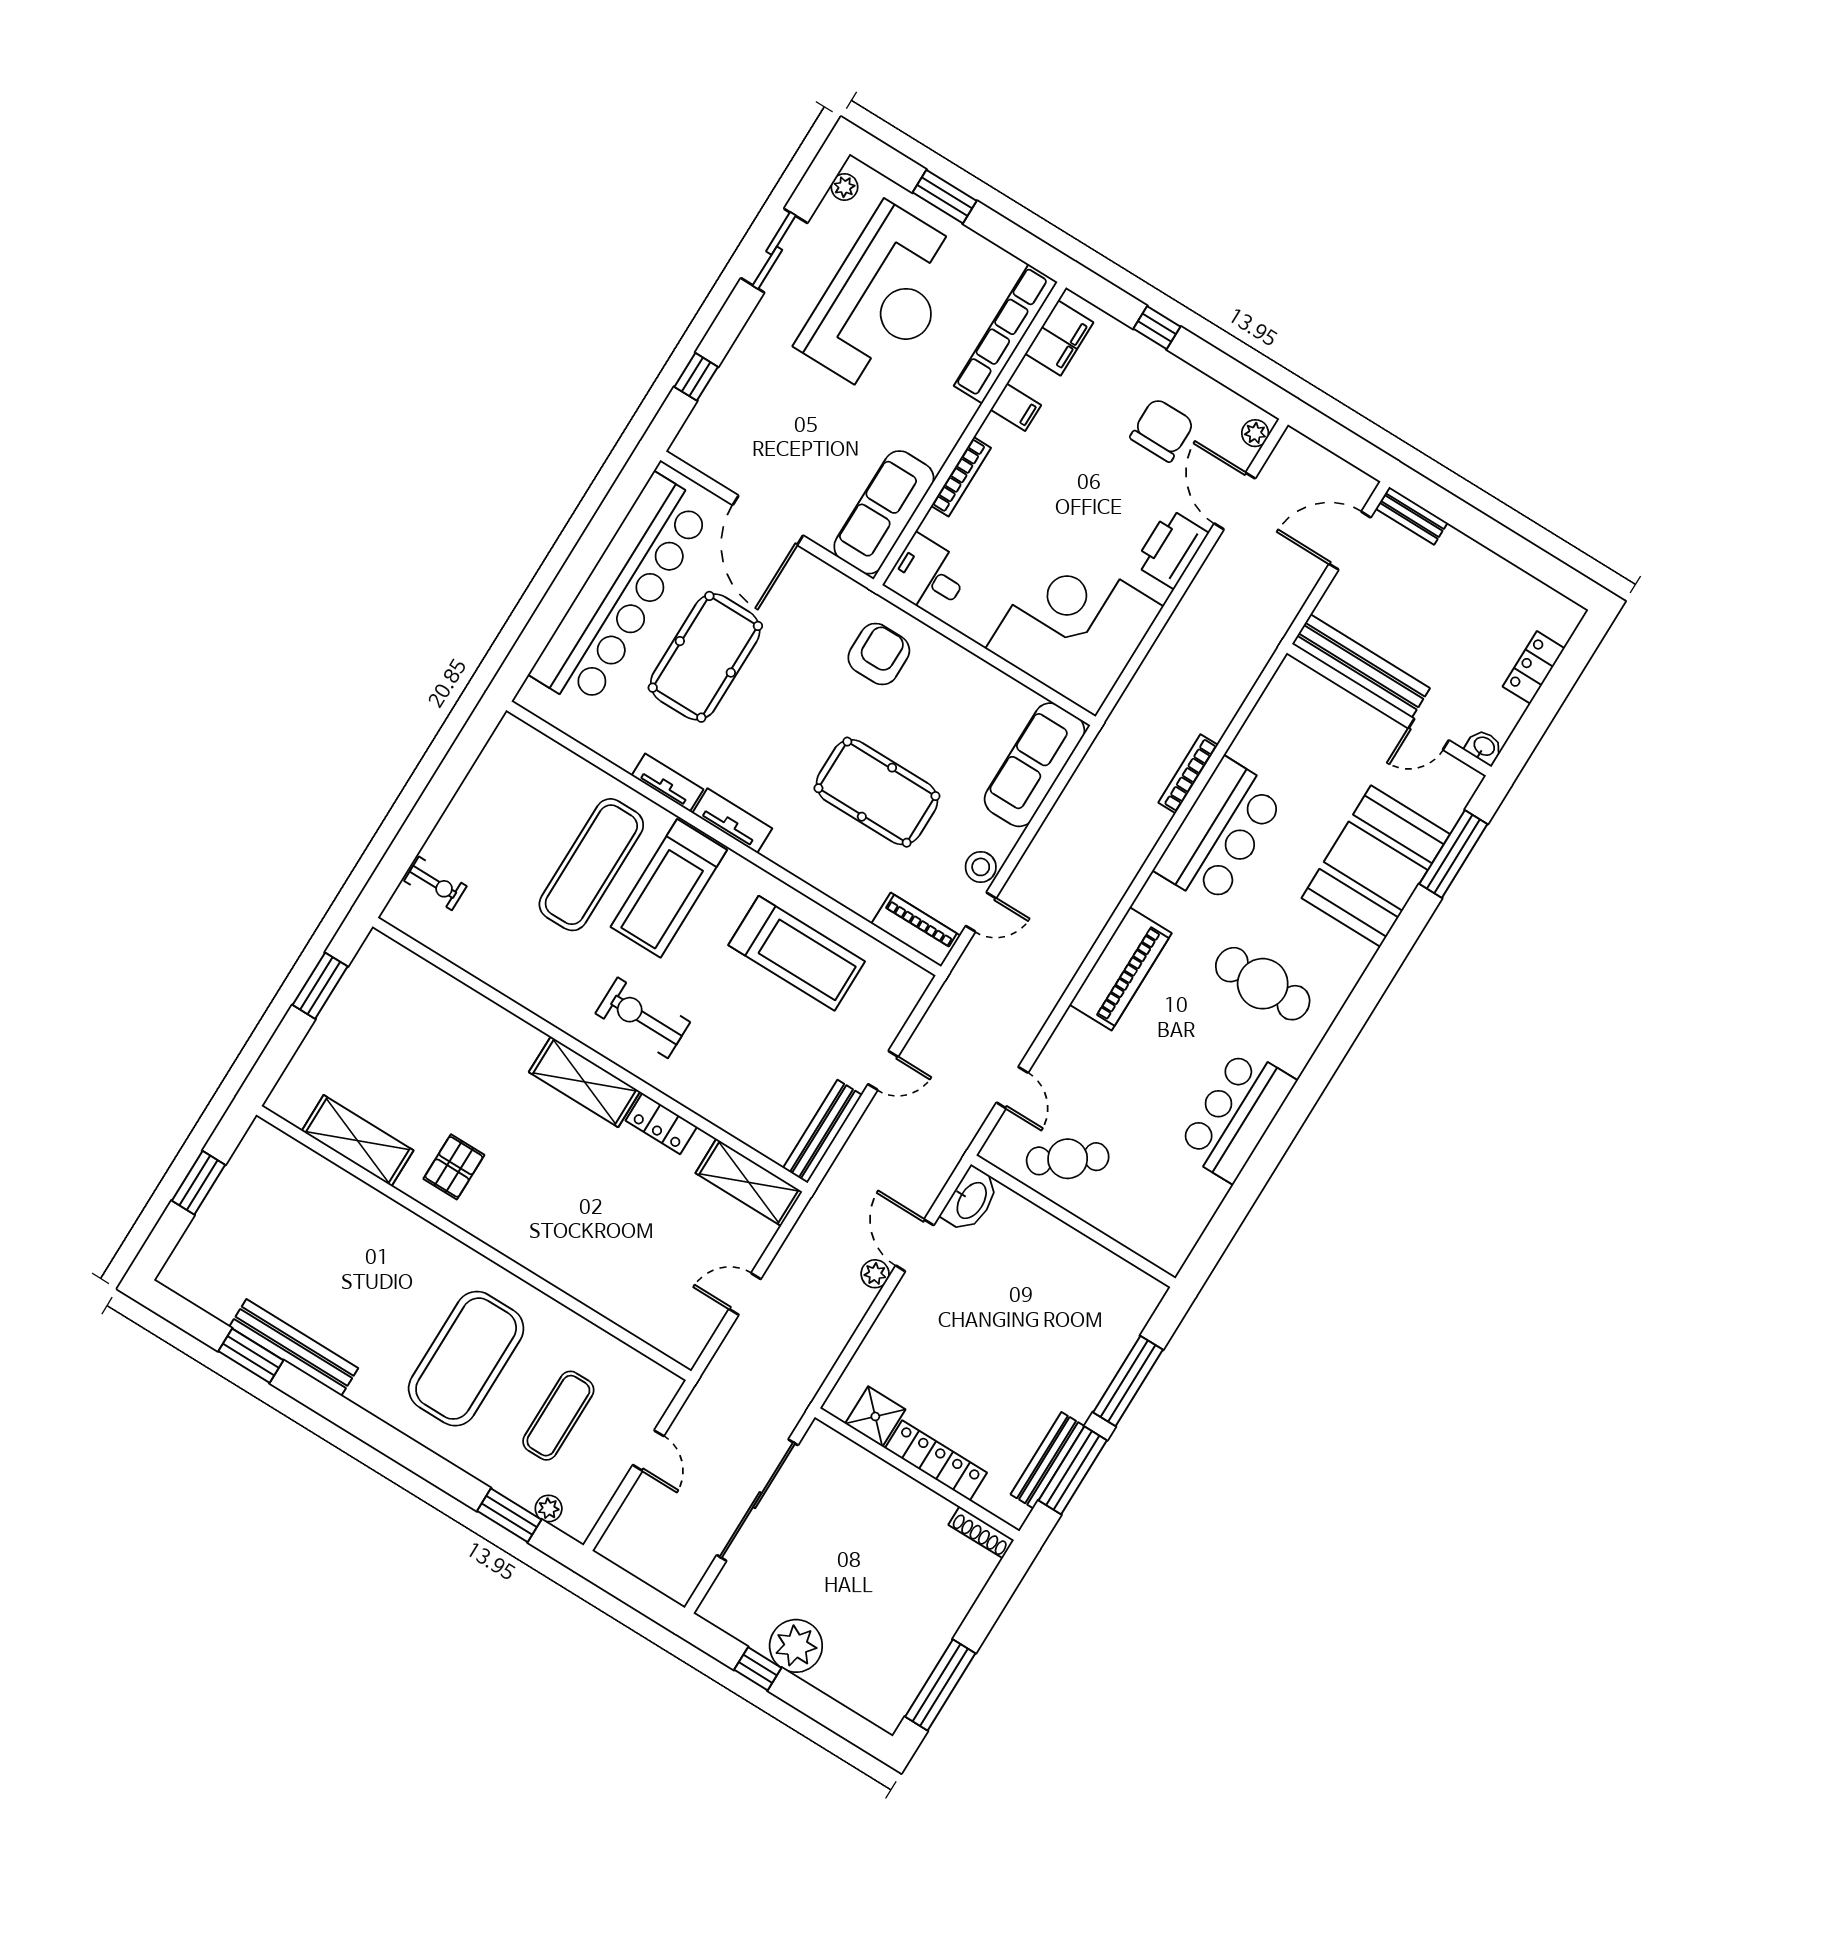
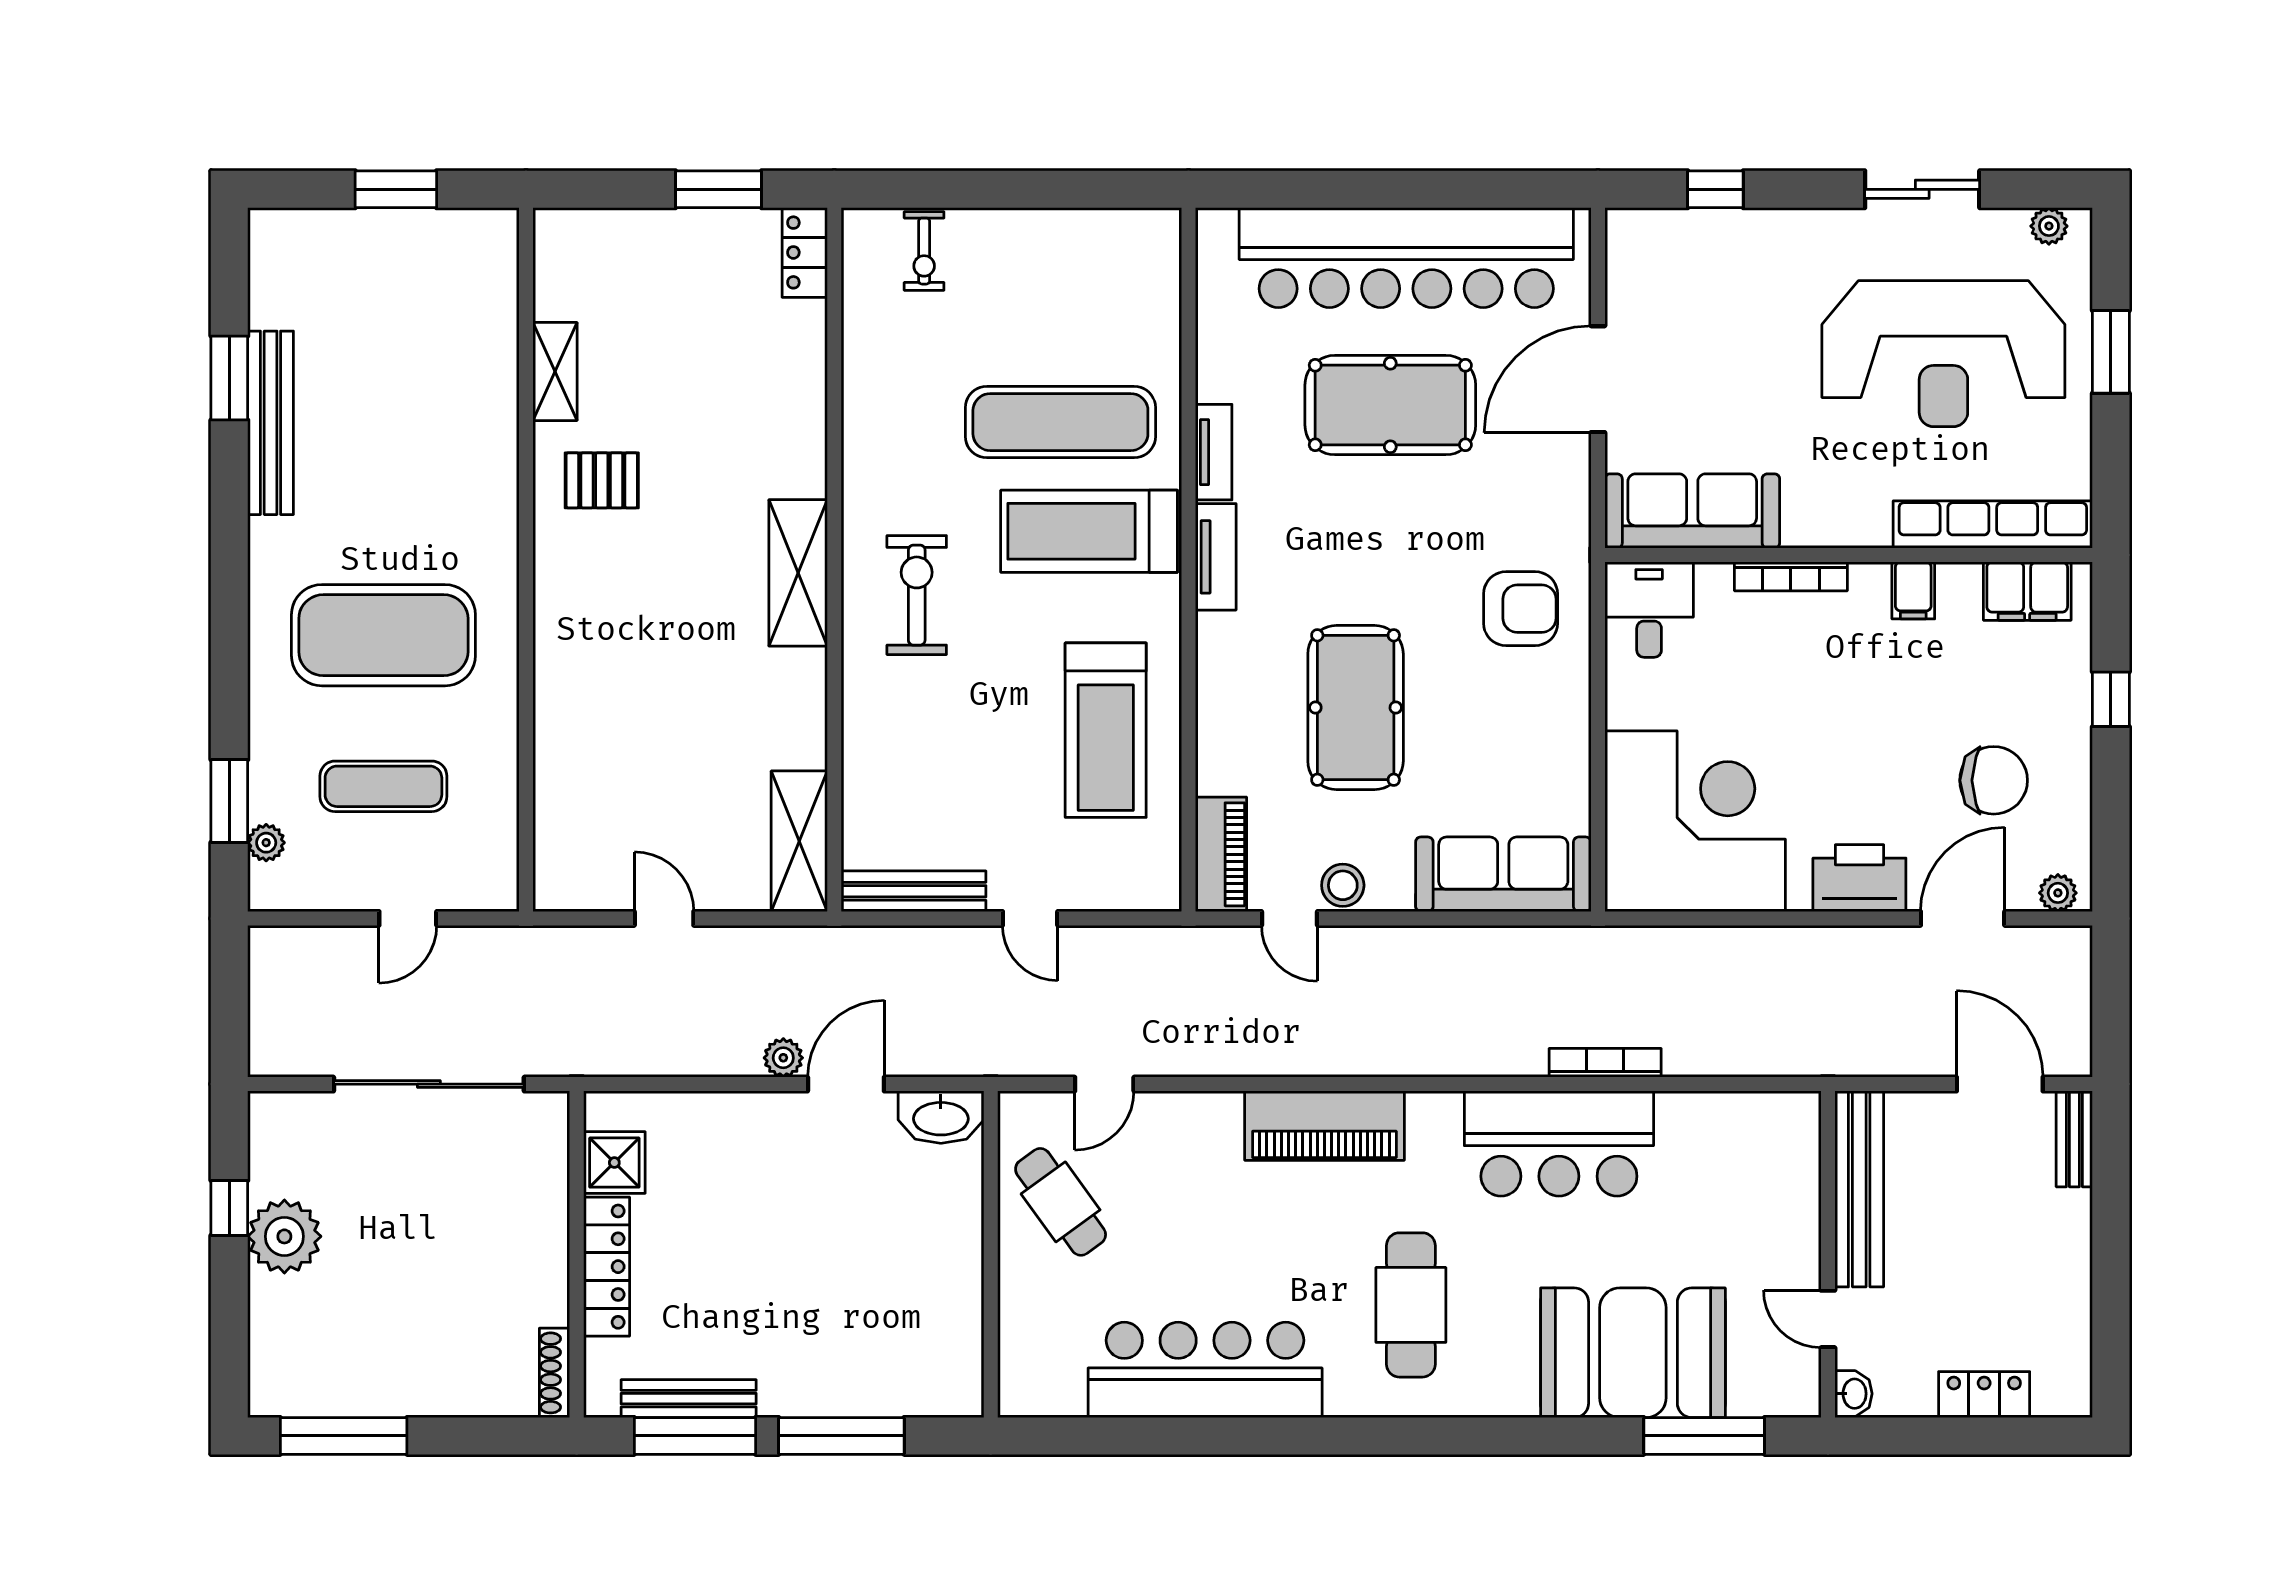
bar counter: (1237, 1115) -> (1205, 1370), width x1.36
locker: (661, 1124) -> (805, 252), moved
shelving: (358, 1141) -> (555, 372), width x0.67, depth x0.75

